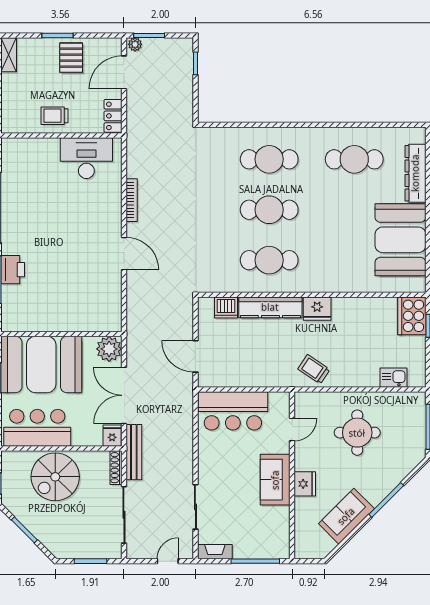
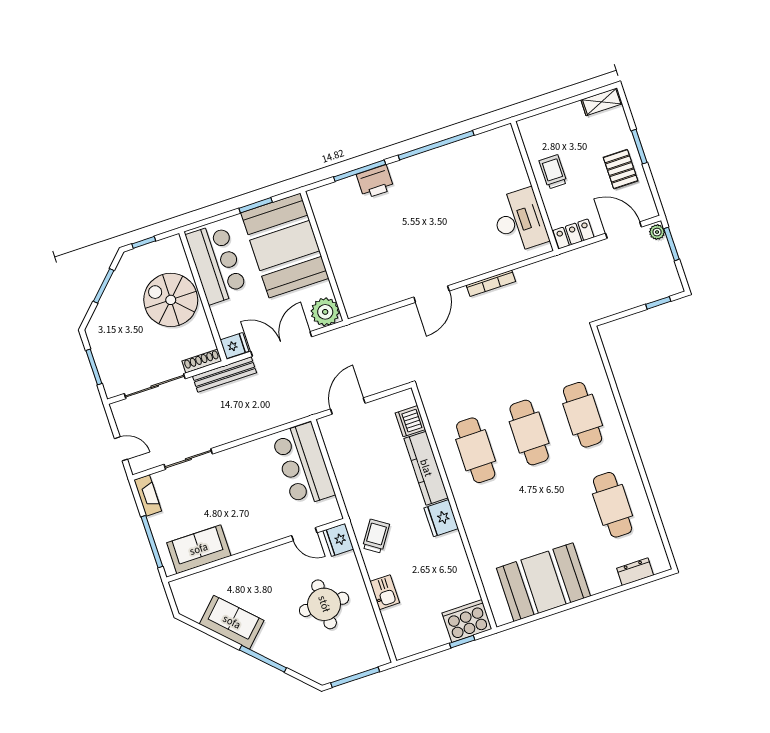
pallet: (71, 58) -> (621, 169), turned 90
dresser: (415, 173) -> (635, 572), width x0.51, depth x0.80
kitchen sink: (394, 378) -> (385, 592), moved
sofa: (275, 480) -> (199, 549), moved
fridge: (305, 484) -> (338, 540), moved, turned 90

